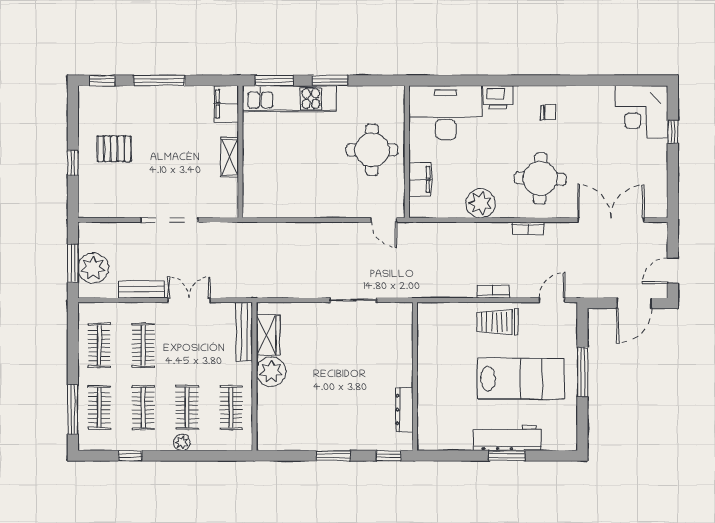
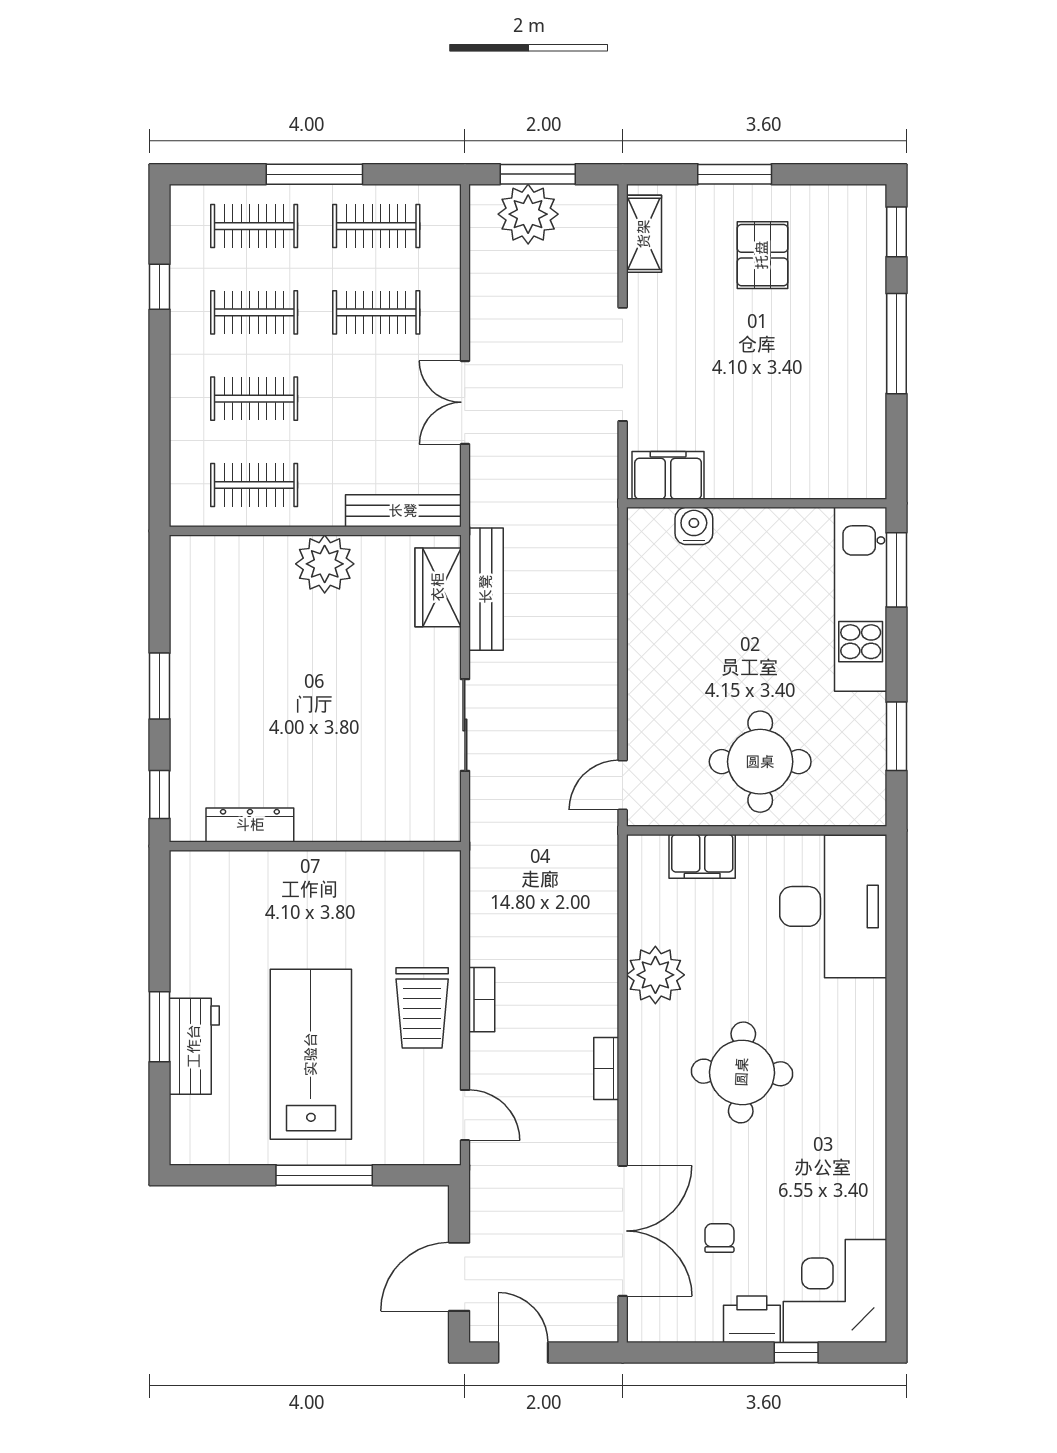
window: (330, 80) -> (896, 736), moved
printer: (498, 97) -> (752, 1319), moved, turned 90
filing cabinet: (226, 104) -> (668, 475), moved
chair: (548, 112) -> (719, 1238), moved, turned 180
shelving: (230, 157) -> (644, 234), moved, turned 90
window: (73, 163) -> (735, 174), width x1.50
round table: (540, 178) -> (742, 1072), moved
water cooler: (252, 184) -> (694, 526), added
bench: (141, 289) -> (486, 589), moved, width x1.36
double door: (189, 300) -> (465, 402), swing flipped
door: (634, 303) -> (459, 1277), hinge flipped
trolley: (497, 322) -> (422, 1008), turned 180
wardrobe: (268, 335) -> (438, 587), moved, turned 90
lab bench: (521, 379) -> (311, 1054), turned 180
window: (73, 410) -> (314, 174), moved
workbench: (508, 438) -> (194, 1046), width x0.73
plant: (182, 442) -> (186, 388), removed

